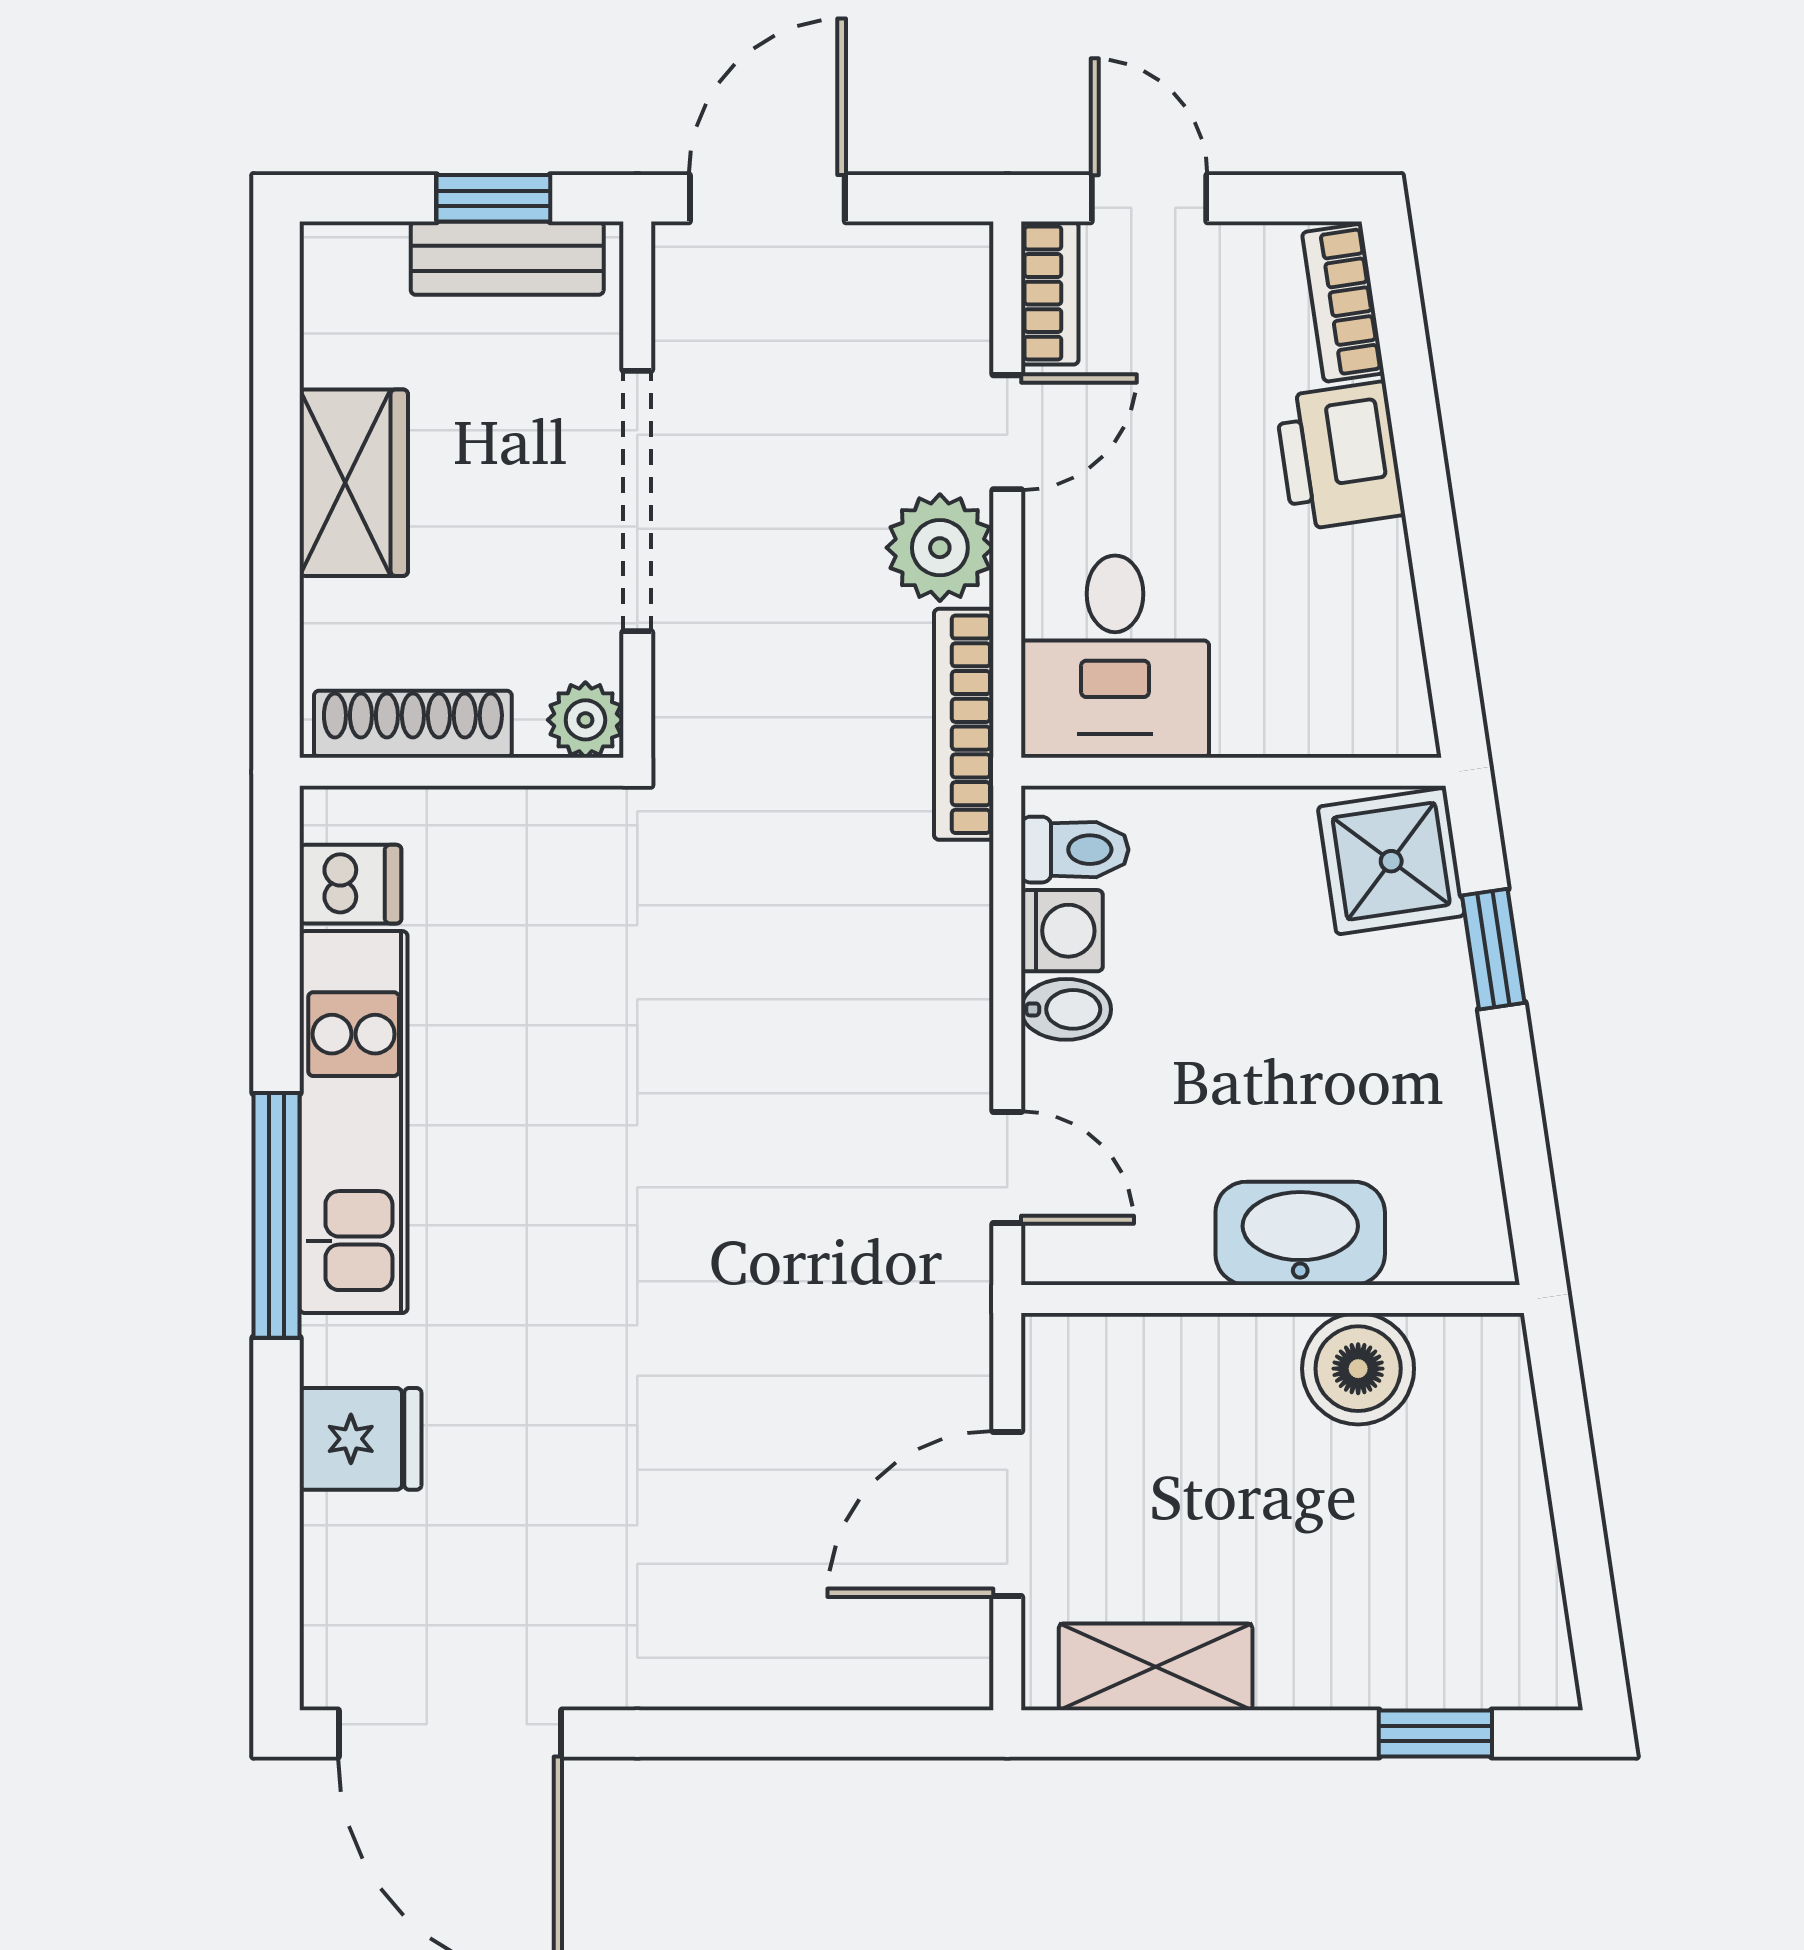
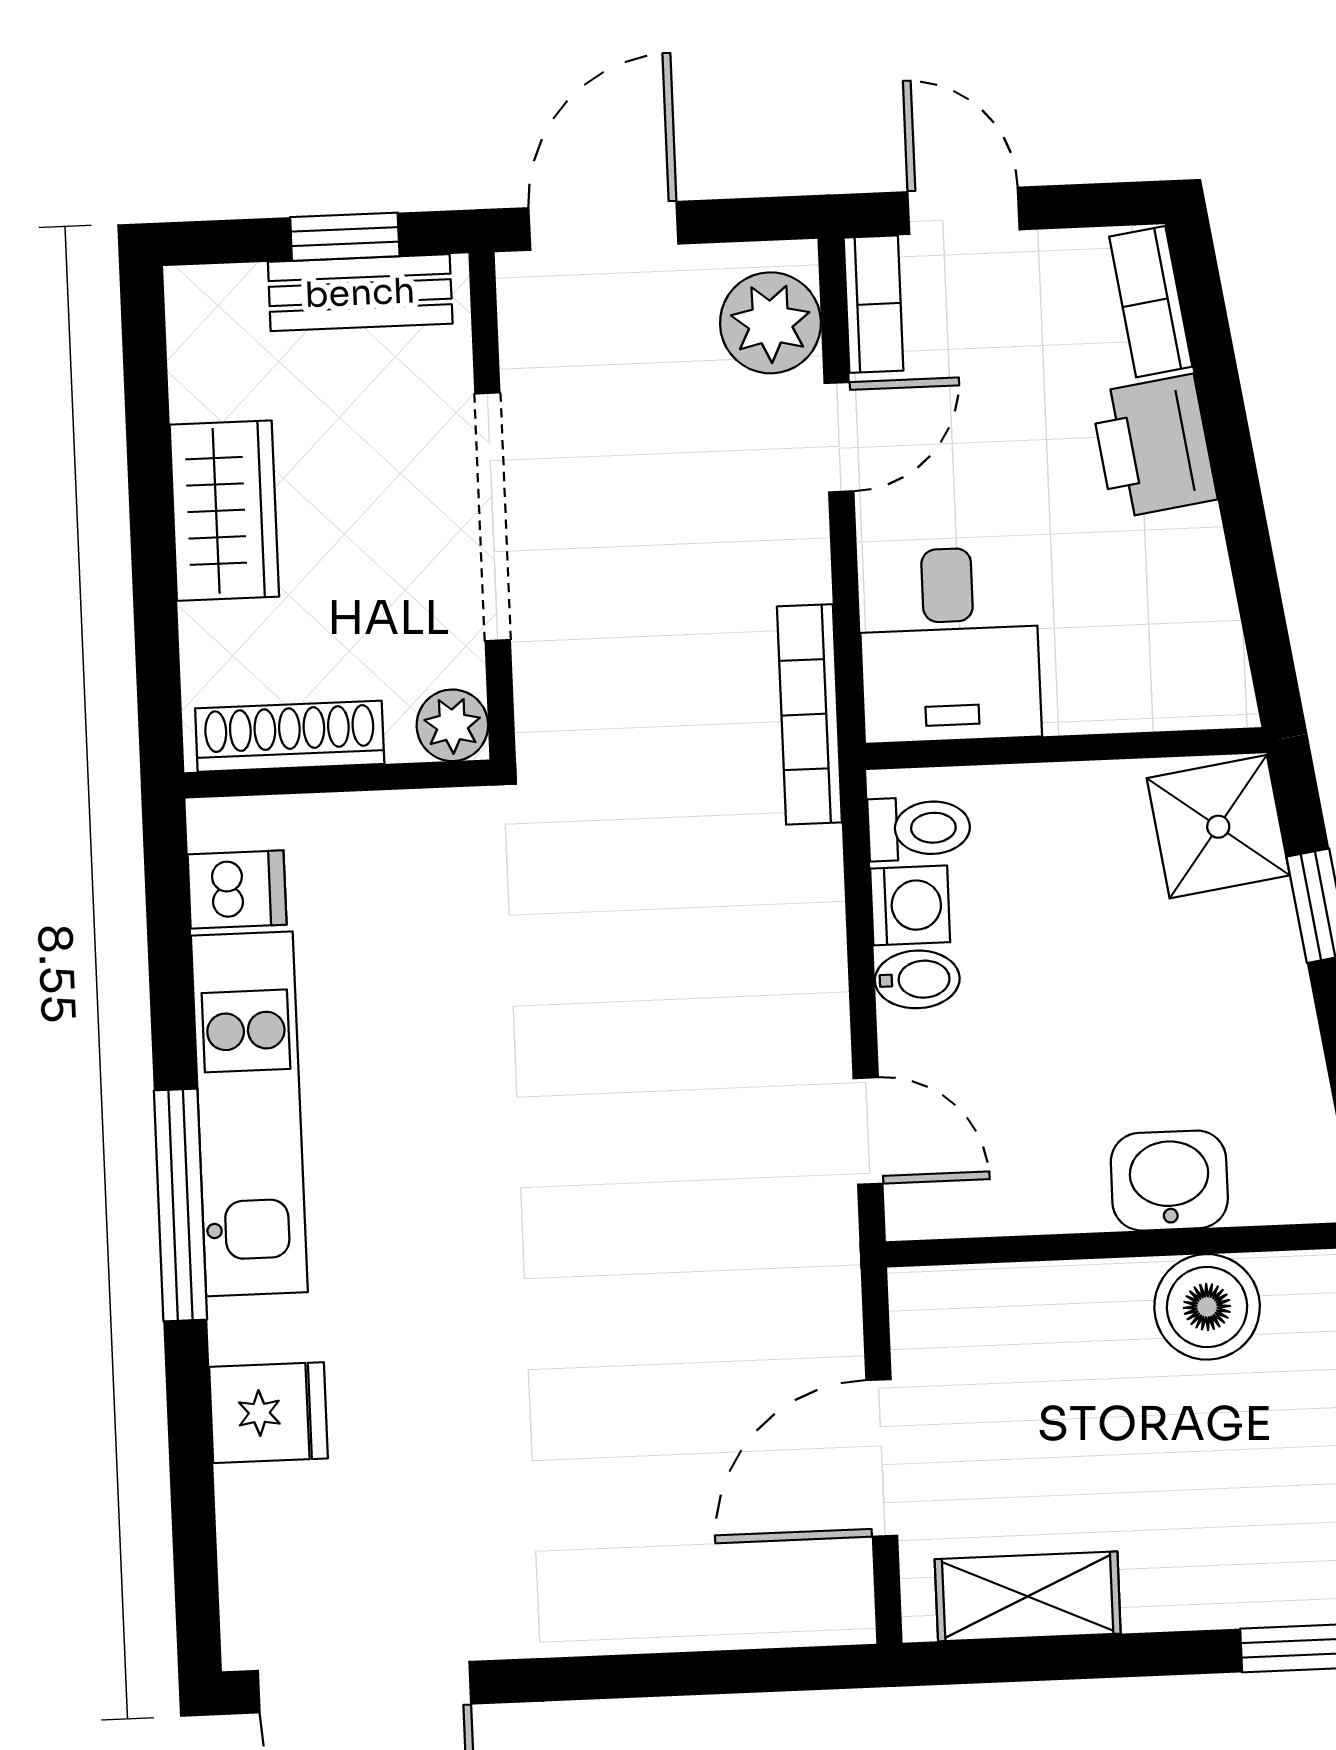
plant: (940, 548) -> (770, 323), moved
washbasin: (1300, 1233) -> (1169, 1181), width x0.72

